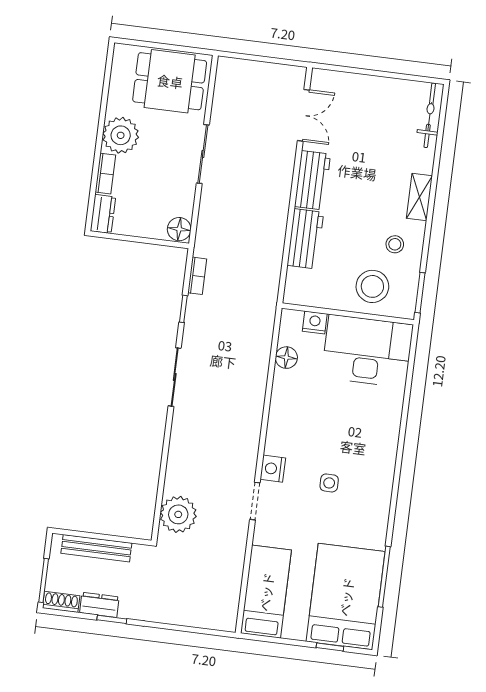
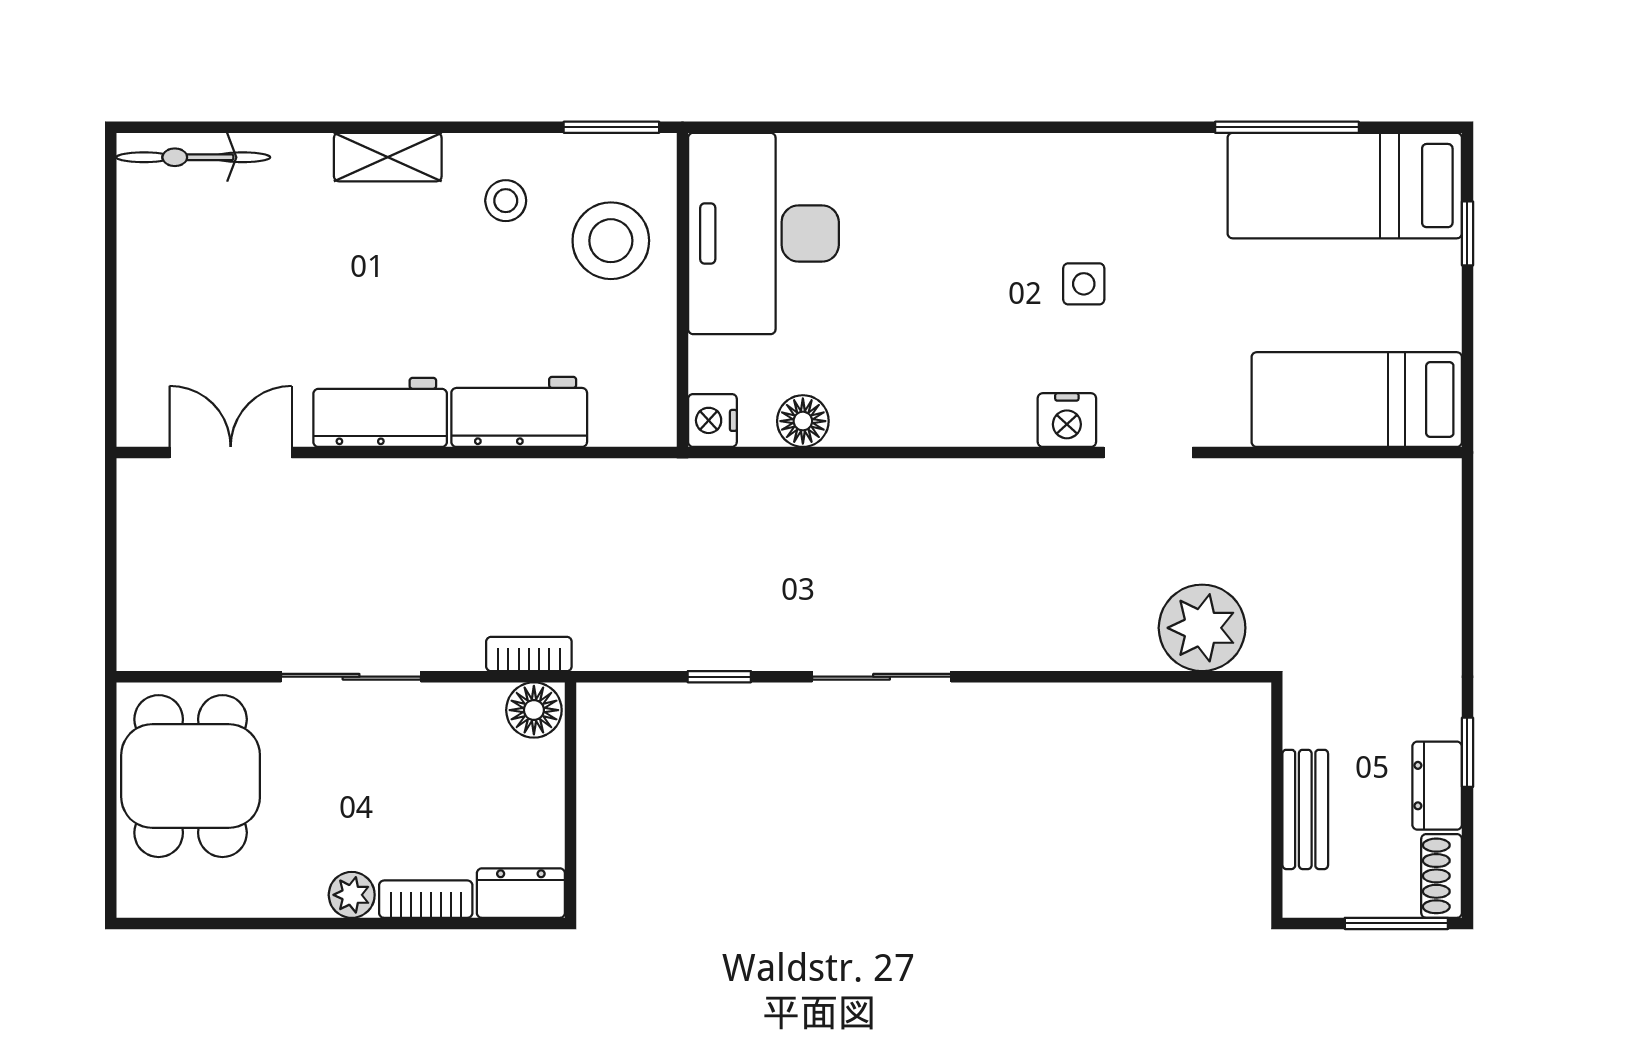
plant: (121, 135) -> (352, 895), width x0.53, depth x0.53
bookcase: (197, 276) -> (529, 654), moved
nightstand: (315, 323) -> (712, 420), moved
bench: (96, 548) -> (1305, 809), width x0.73
bed: (346, 597) -> (1345, 186), width x0.67

